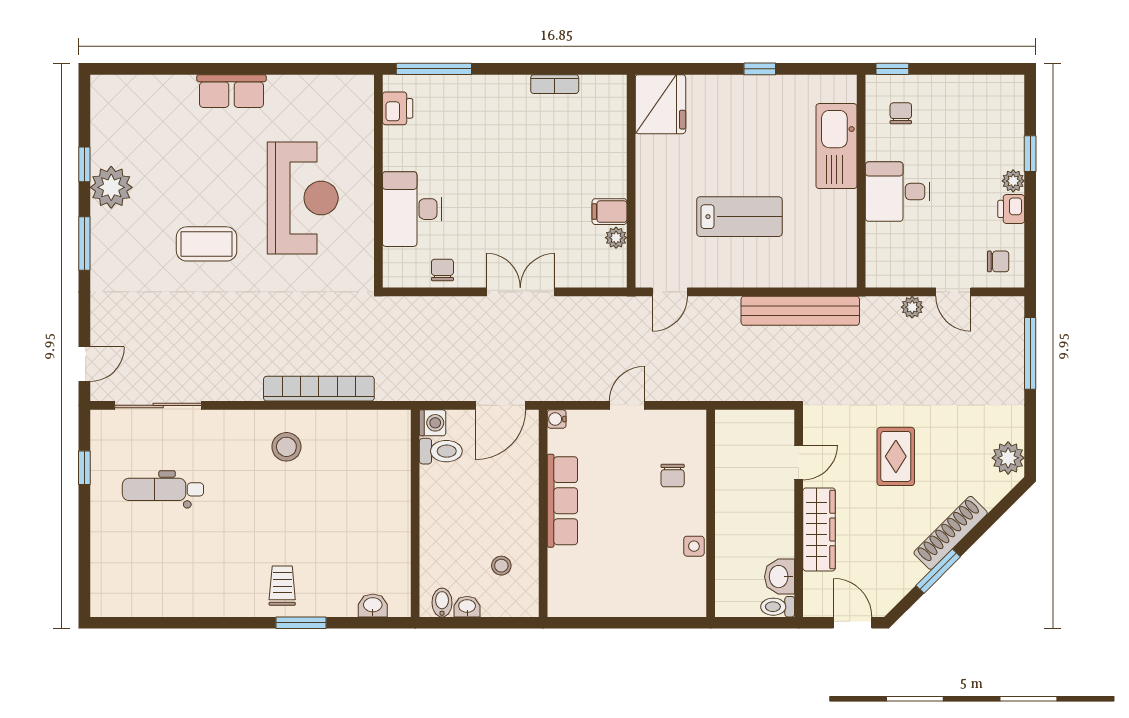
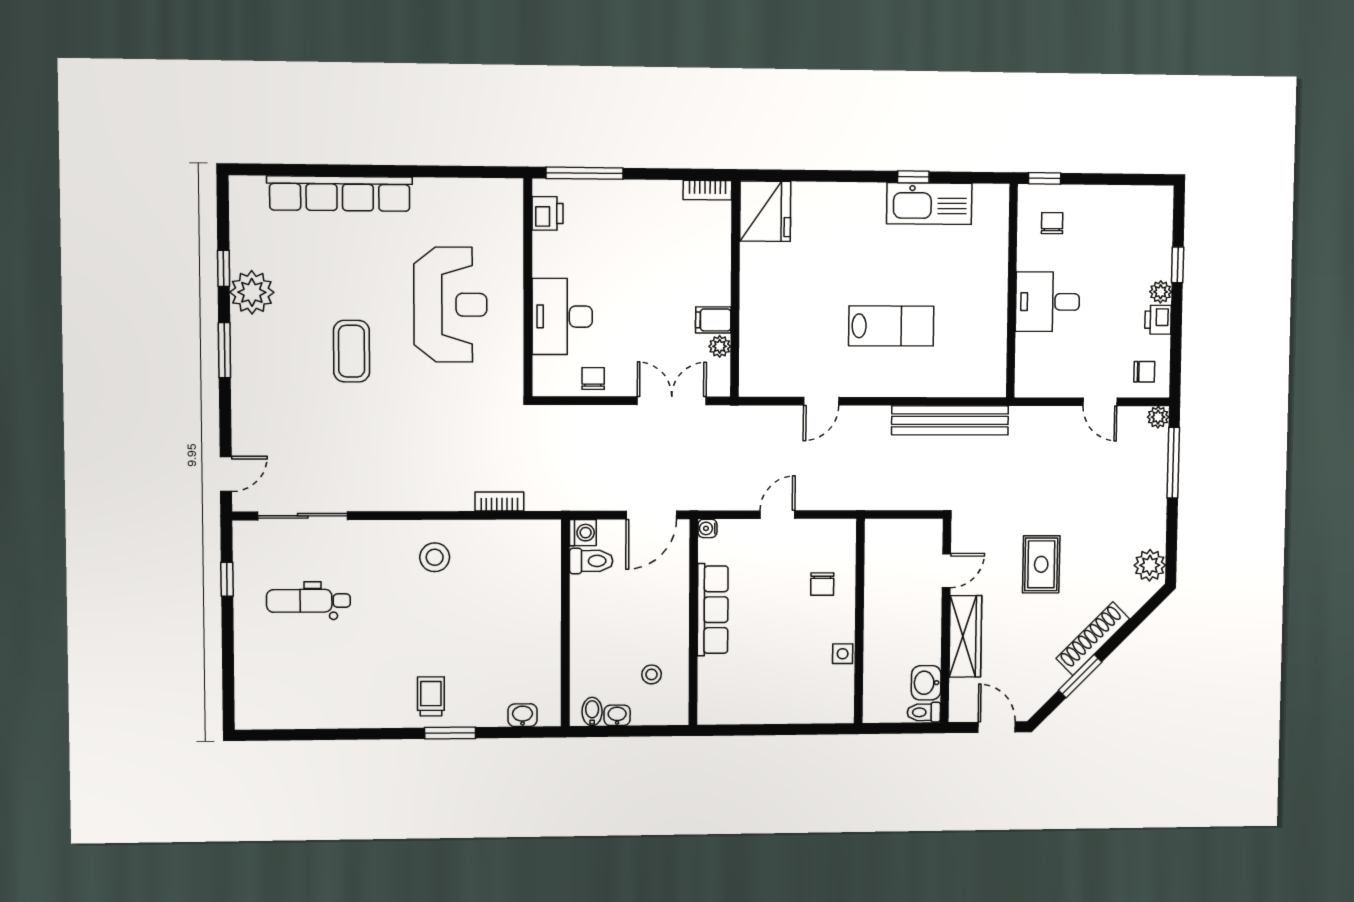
row of seats: (232, 91) -> (340, 194), width x2.02
fridge: (660, 104) -> (765, 211), moved
kitchen sink: (836, 146) -> (929, 204), moved, turned -90
wall: (631, 181) -> (735, 289), moved
filing cabinet: (609, 212) -> (713, 320), moved
plant: (616, 238) -> (720, 346), moved
coffee table: (207, 244) -> (351, 351), turned 90
plant: (912, 307) -> (1158, 417), moved
bookcase: (319, 389) -> (499, 501), width x0.43, depth x0.76

